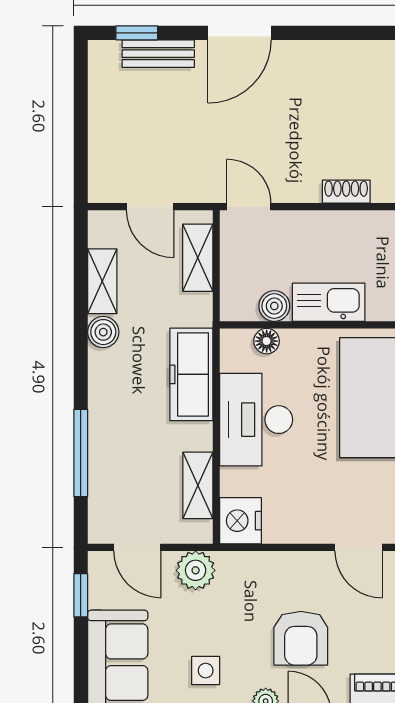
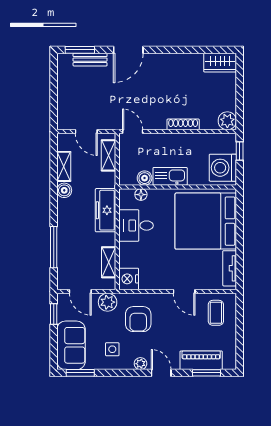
window: (137, 33) -> (80, 50), width x1.50
shoe rack: (346, 192) -> (183, 124), width x1.43
desk: (256, 420) -> (136, 226), width x0.73
armchair: (301, 638) -> (138, 319), moved

